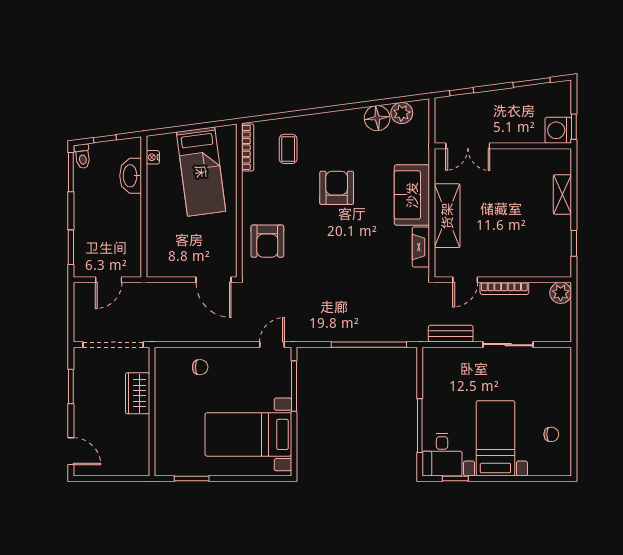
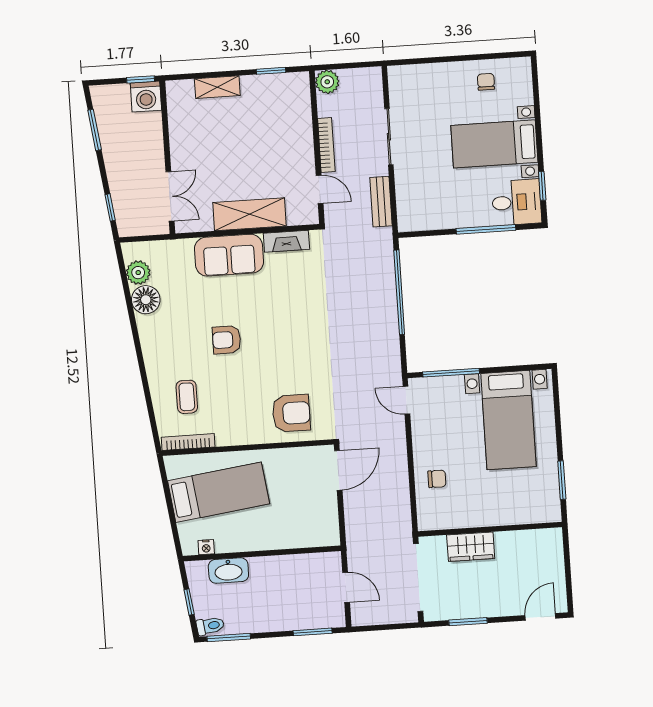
coffee table: (288, 149) -> (187, 397), turned 90
armchair: (337, 188) -> (227, 340), width x0.72, depth x0.72
chair: (200, 367) -> (437, 479), turned 90

